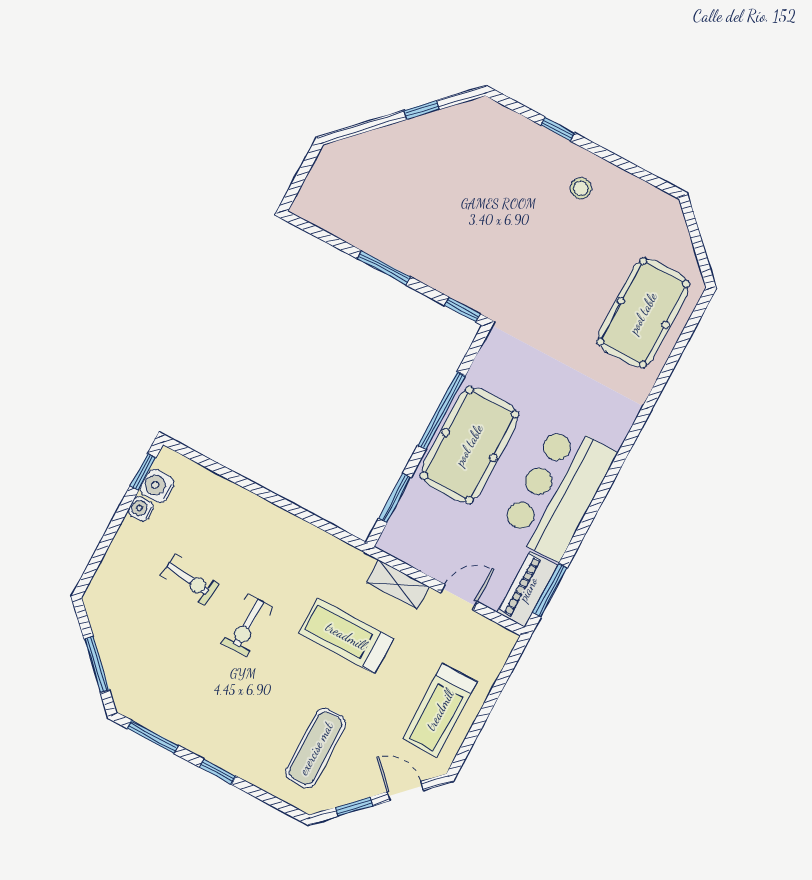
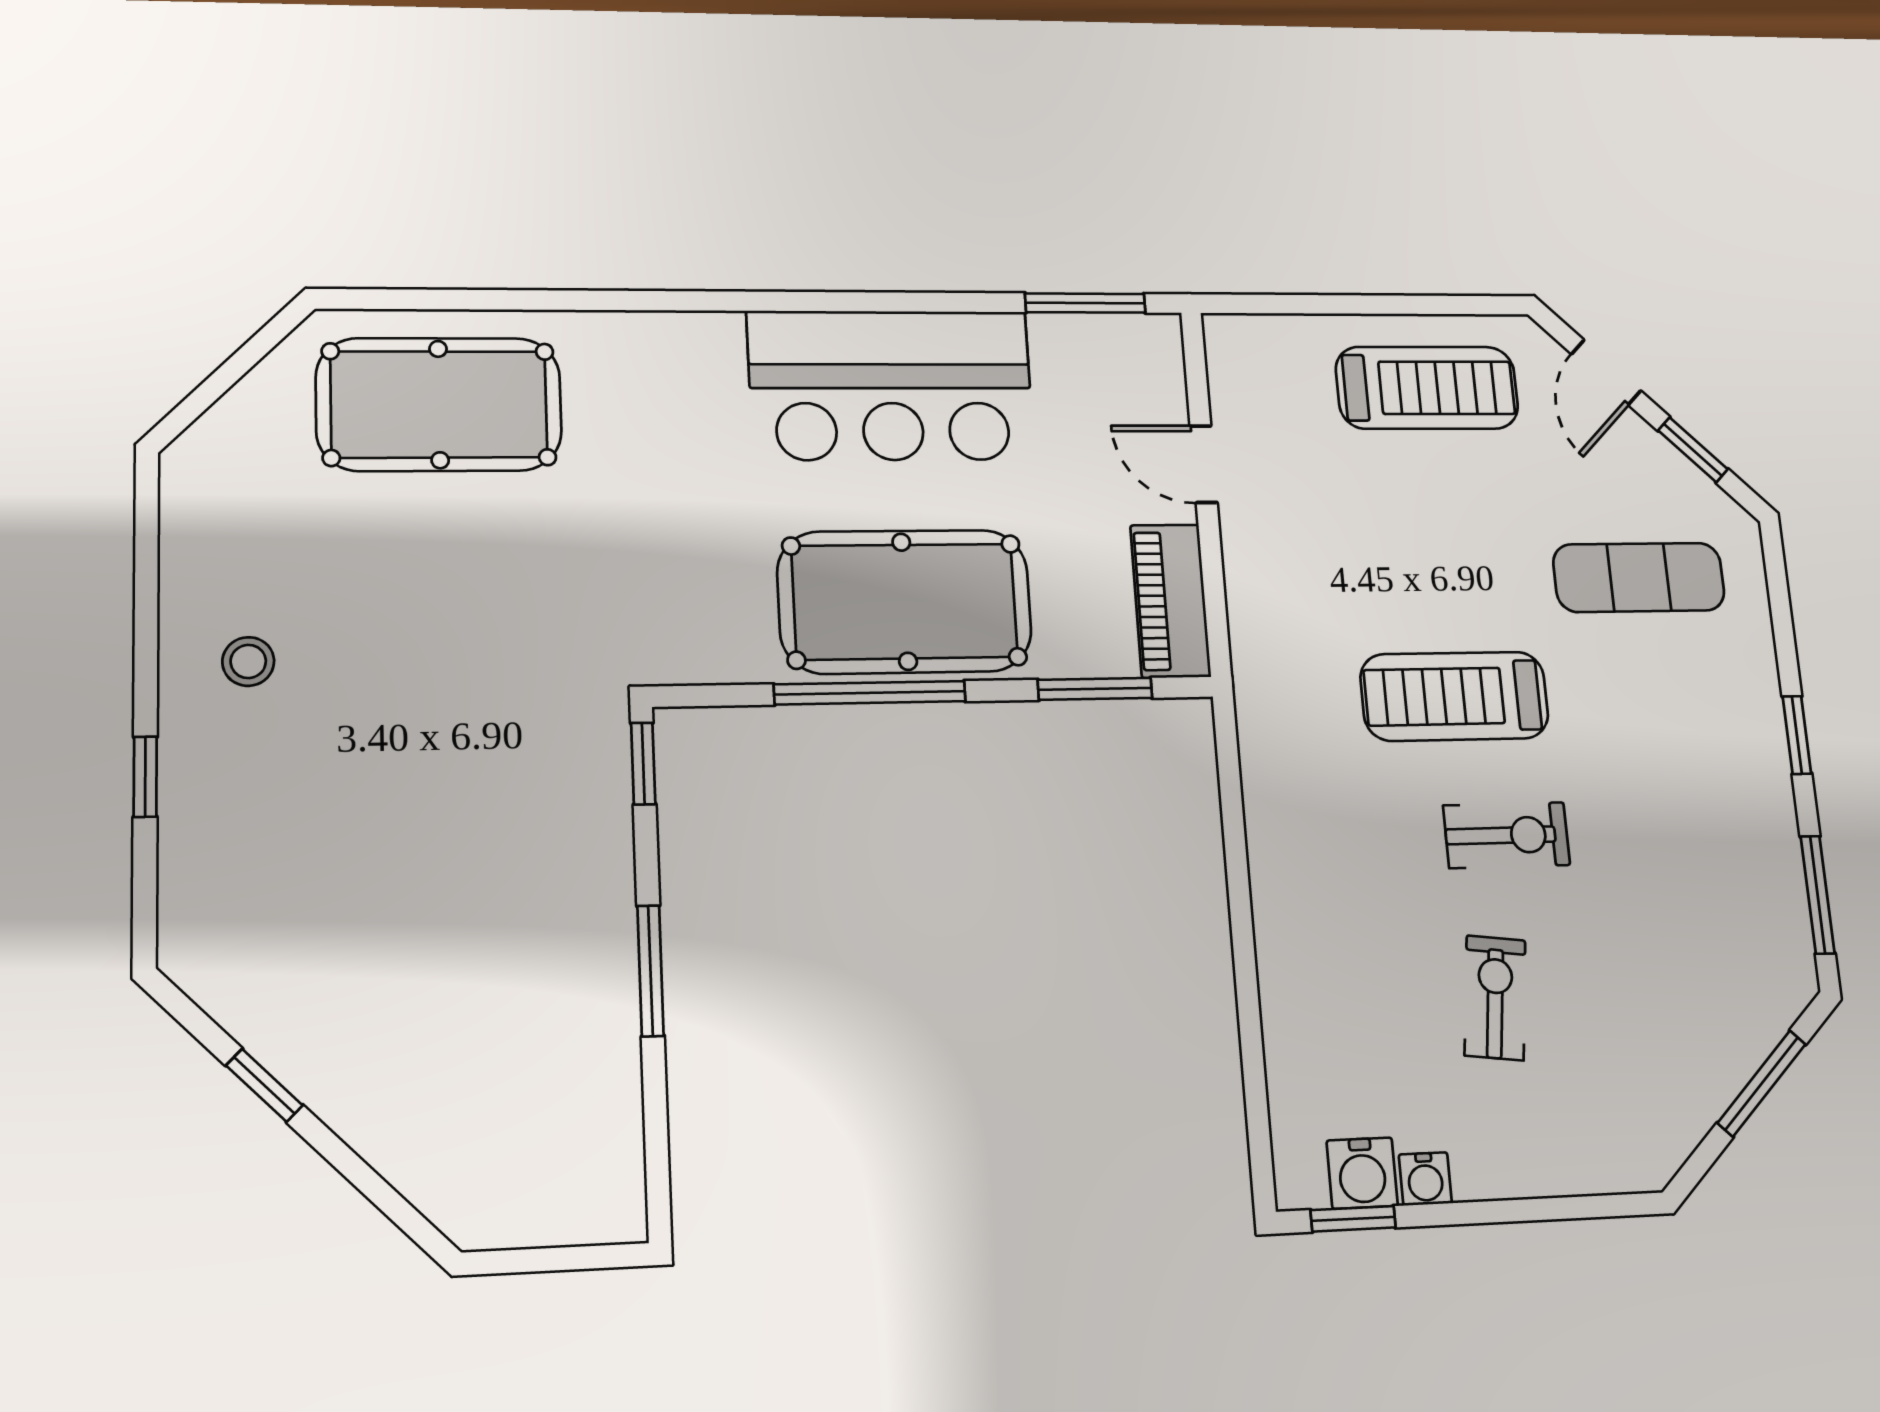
shelving: (398, 584) -> (1252, 592), removed
piano: (528, 589) -> (1171, 601), moved, turned 90
treadmill: (346, 636) -> (1454, 696), moved, turned 90

